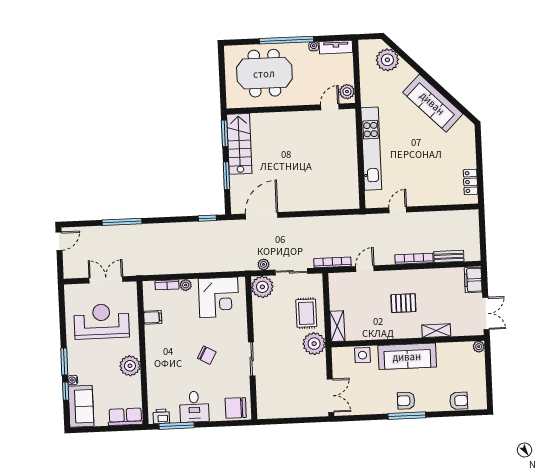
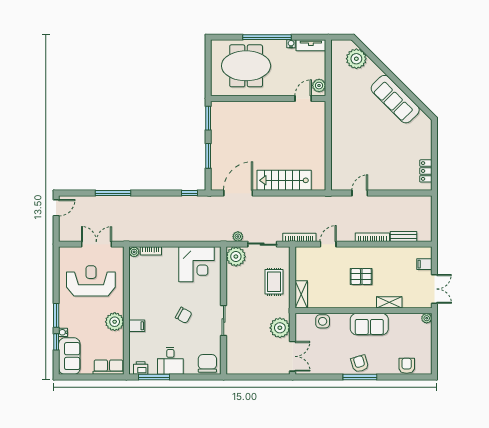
stairs: (239, 144) -> (284, 180), moved, turned -90
kitchen unit: (371, 149) -> (338, 137), removed
filing cabinet: (473, 280) -> (424, 264), width x0.50
plant: (186, 285) -> (134, 252), moved
filing cabinet: (153, 317) -> (137, 326), moved
plant: (314, 344) -> (280, 328), moved
sofa: (407, 356) -> (369, 324), width x0.73
armchair: (406, 401) -> (360, 364), turned 73
armchair: (459, 401) -> (407, 366), turned -90
chair: (236, 408) -> (207, 363), turned 90

